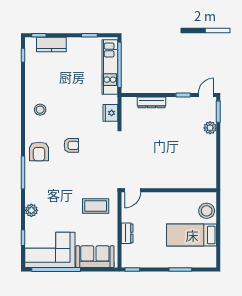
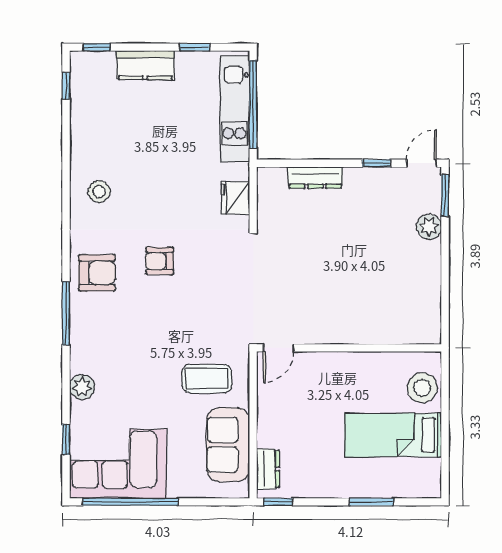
kitchen counter: (51, 44) -> (145, 65), moved
armchair: (71, 145) -> (160, 261), turned 180
armchair: (39, 151) -> (97, 273), turned -90
dresser: (127, 233) -> (268, 469), moved
sofa: (95, 257) -> (228, 445), moved, turned -90

